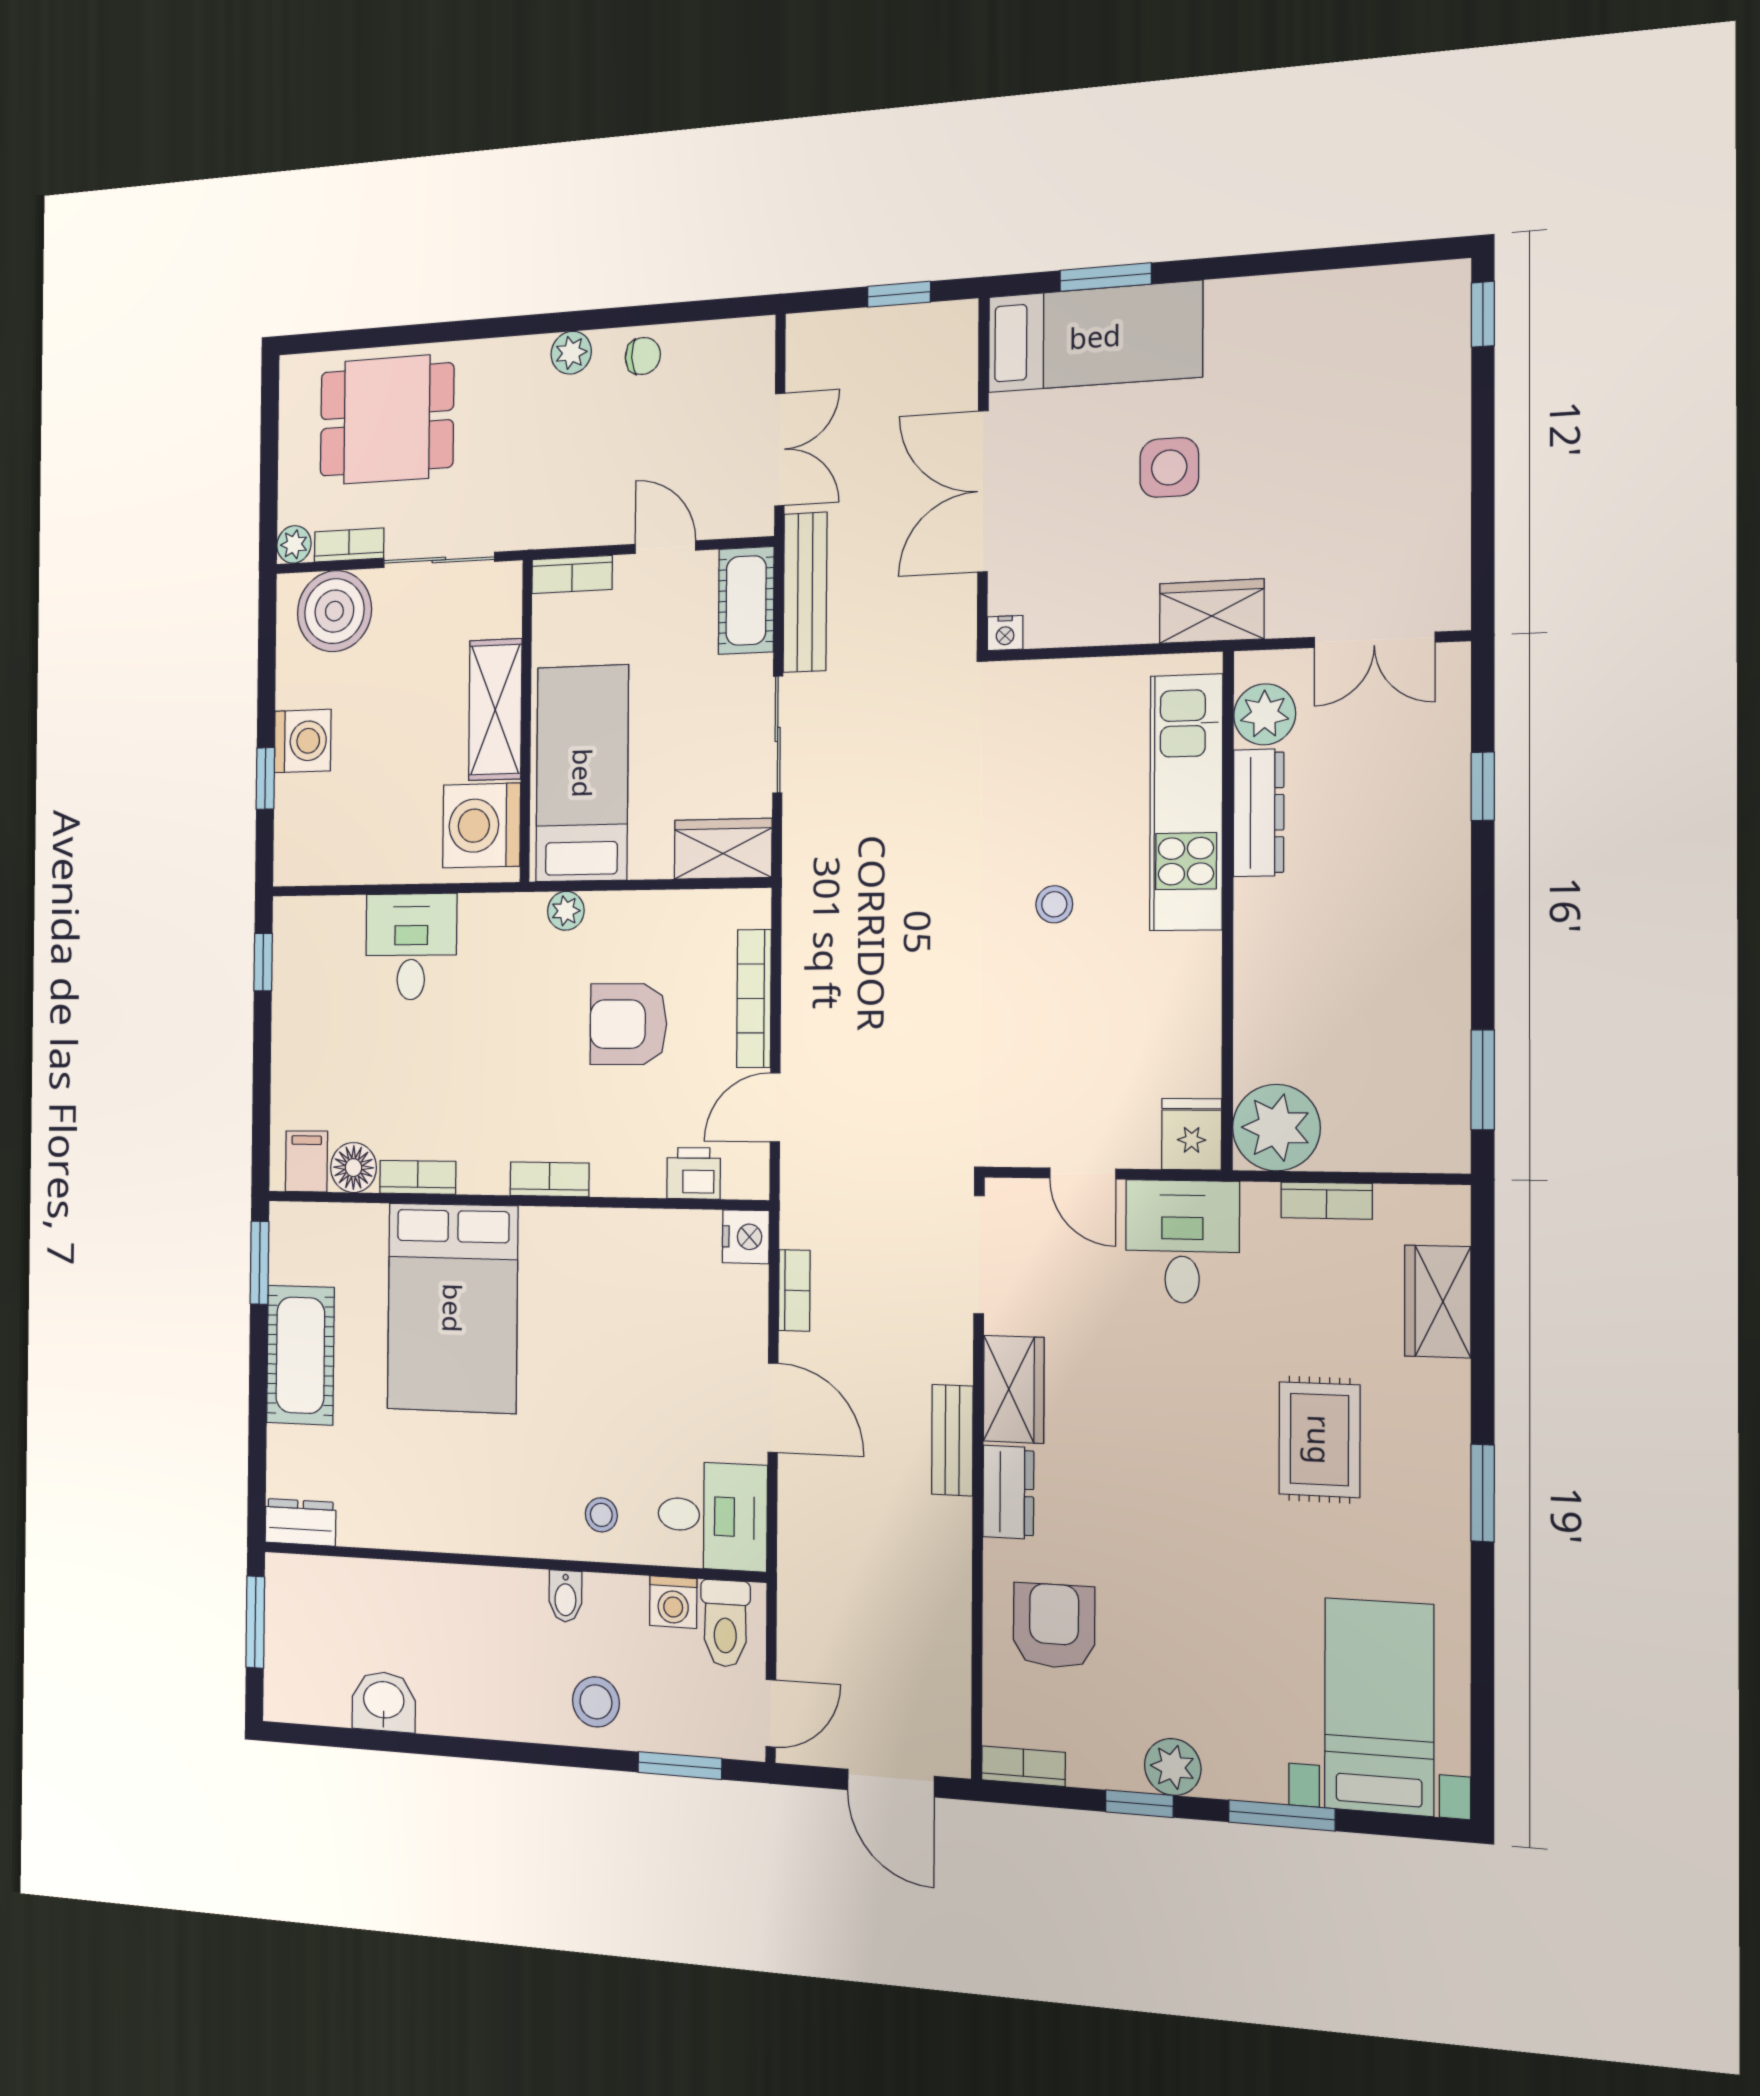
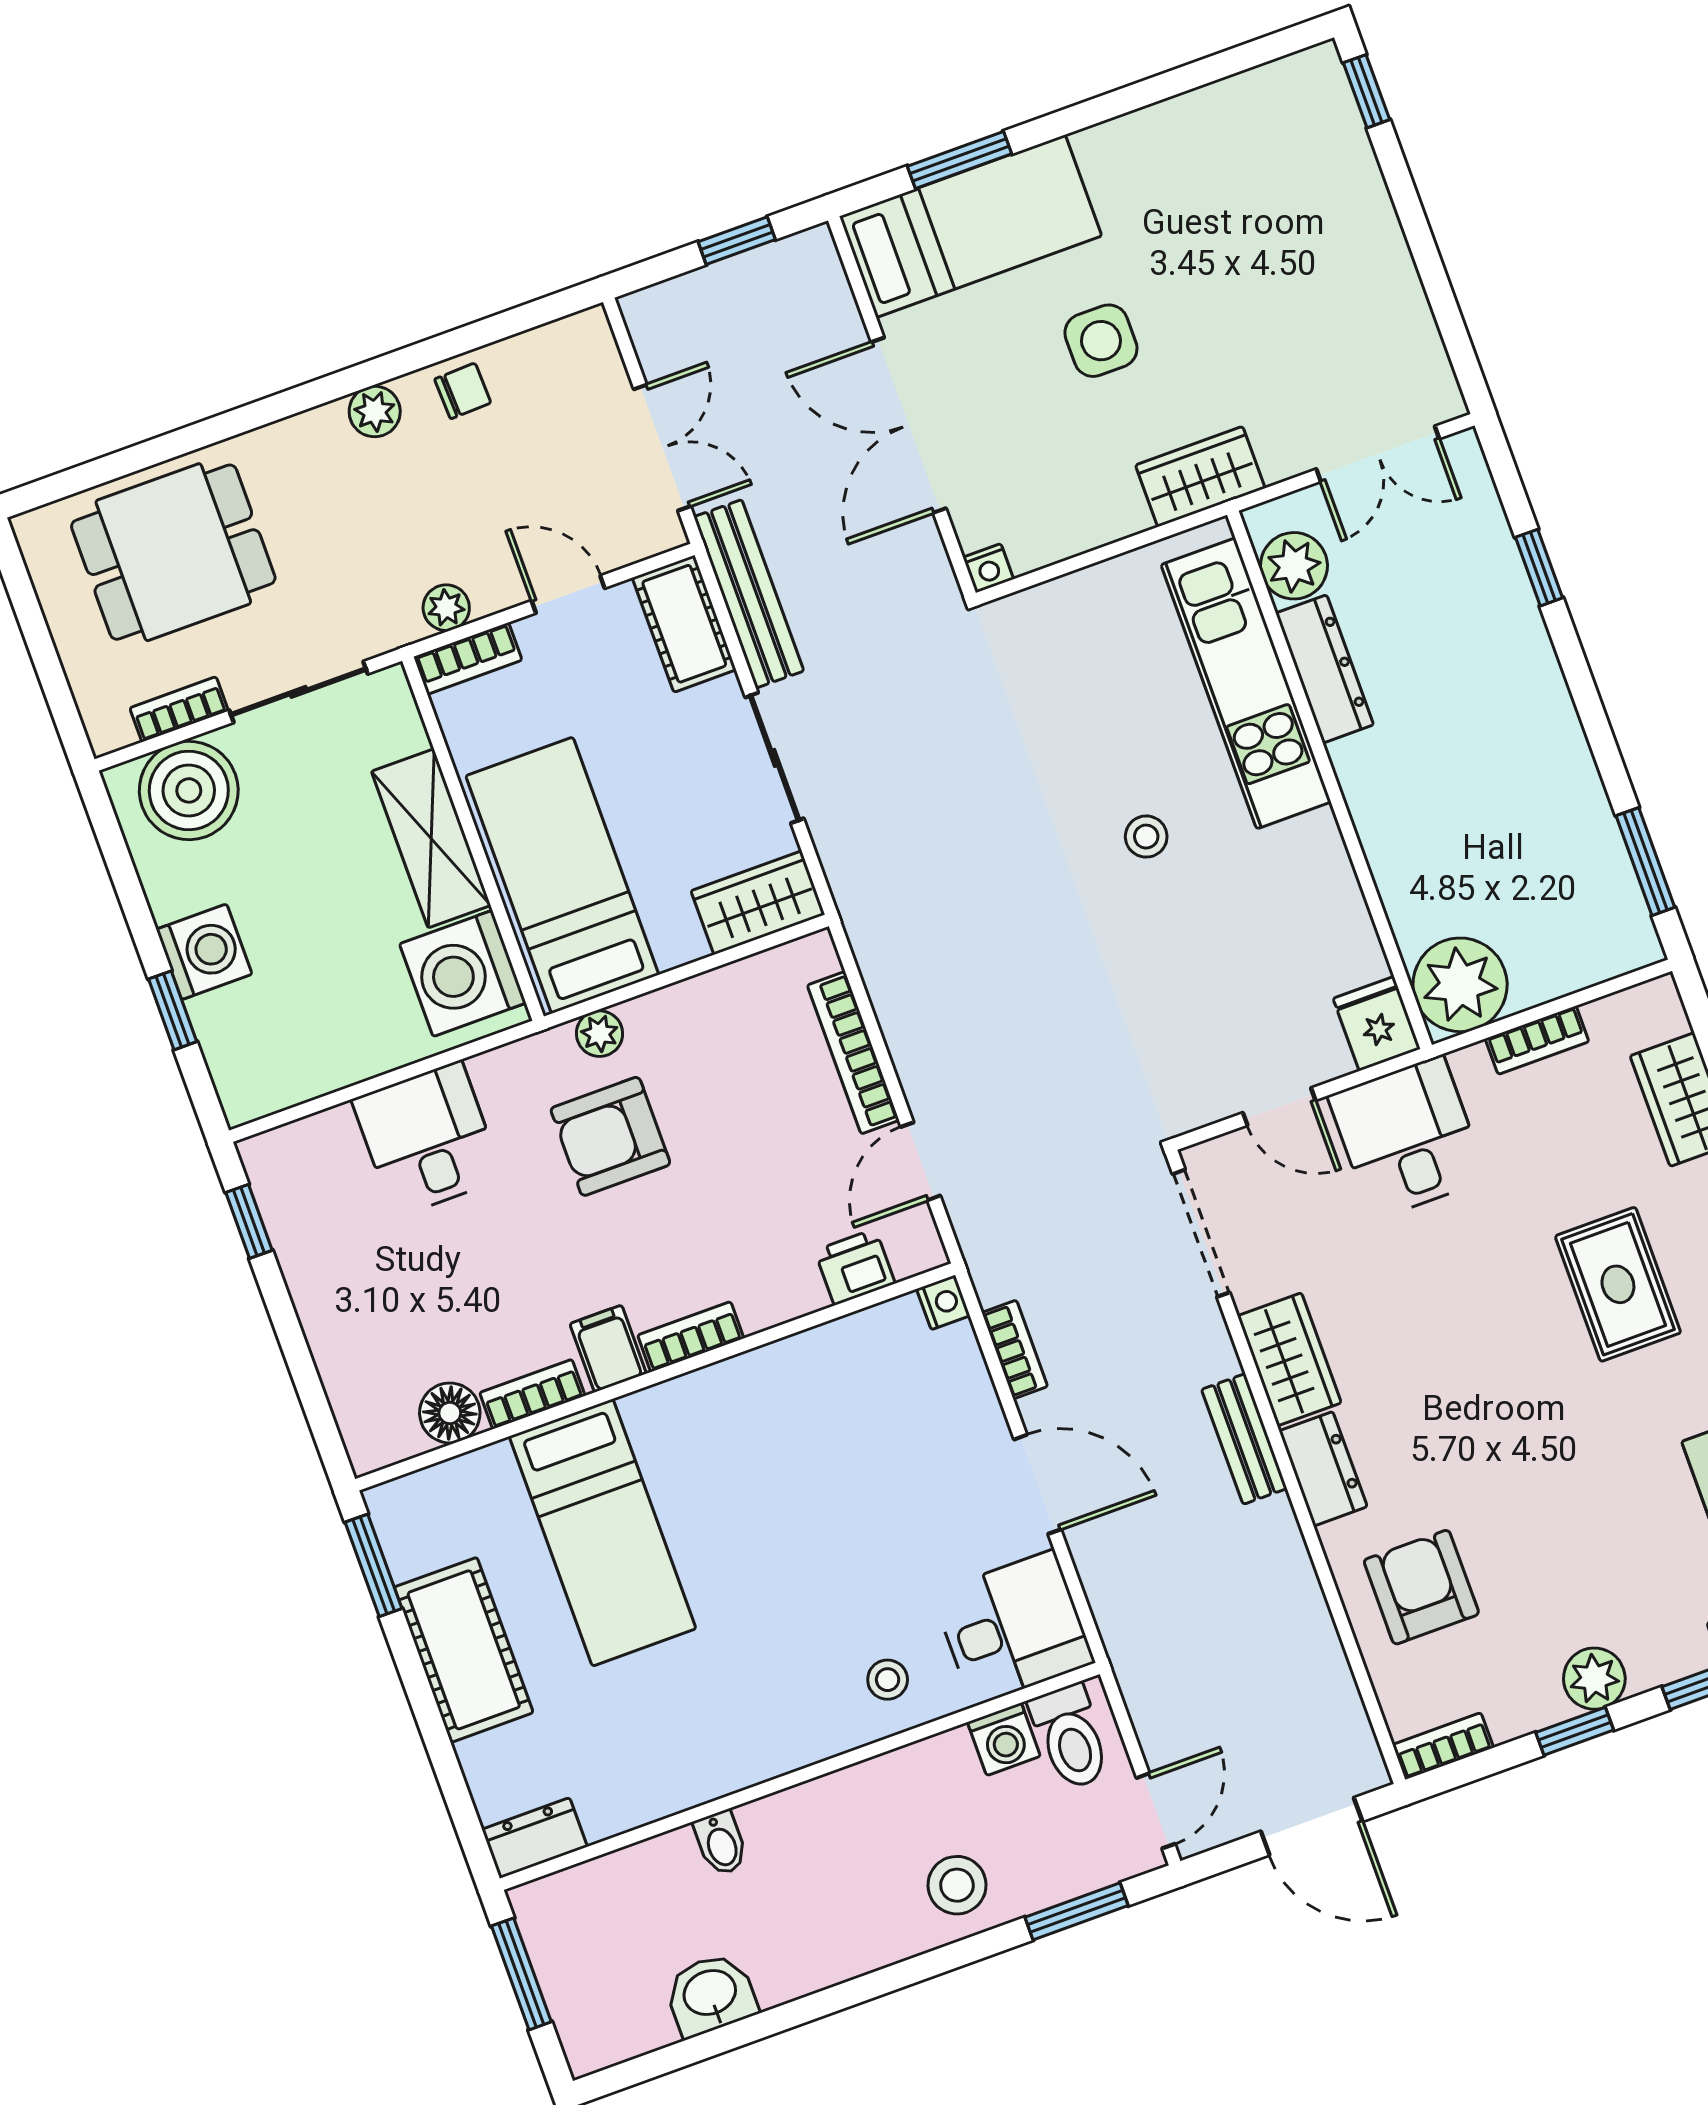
plant: (294, 544) -> (446, 608), moved
armchair: (628, 1024) -> (610, 1136), moved
filing cabinet: (306, 1161) -> (608, 1349), moved
nightstand: (746, 1237) -> (943, 1302), width x0.72, depth x0.74
bed: (452, 1308) -> (603, 1533), width x0.67
bidet: (565, 1596) -> (721, 1843), moved

